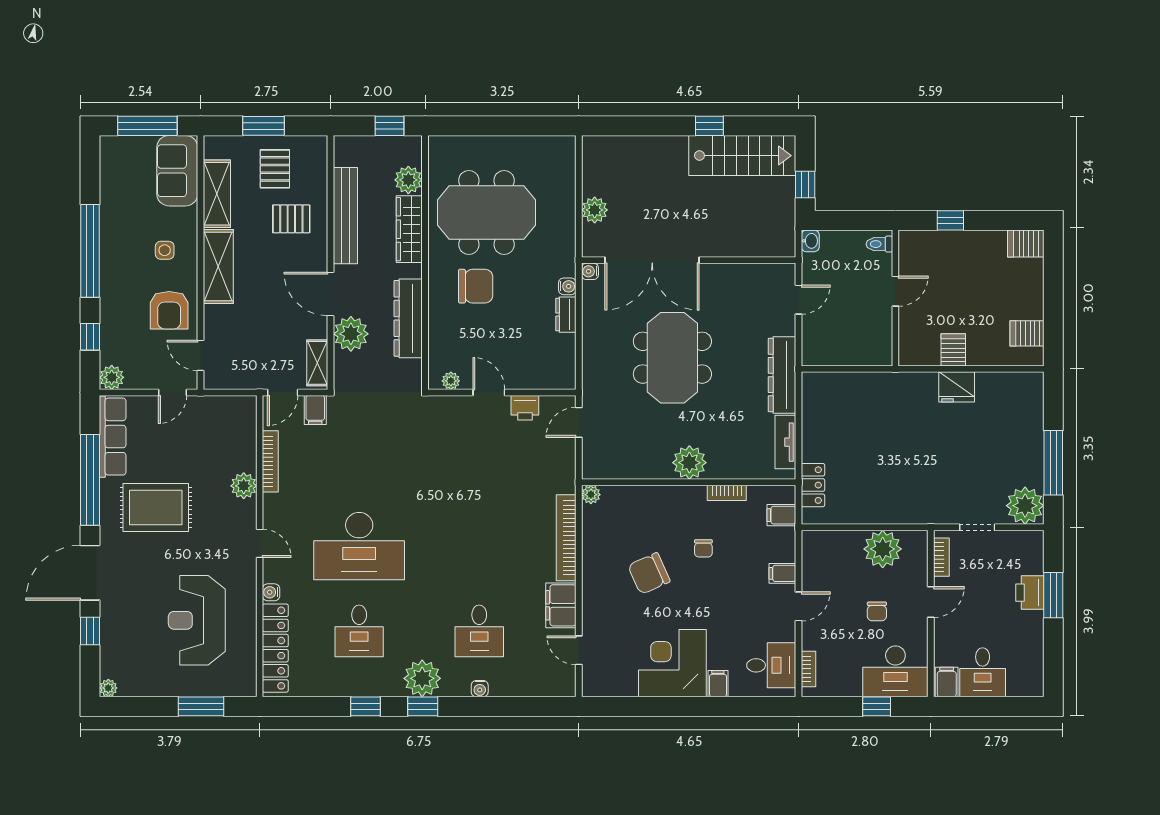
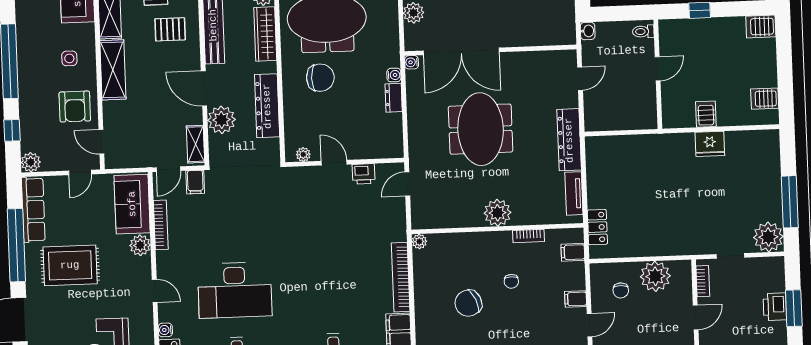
sofa: (236, 434) -> (132, 204), added
chair: (877, 611) -> (621, 290), moved

